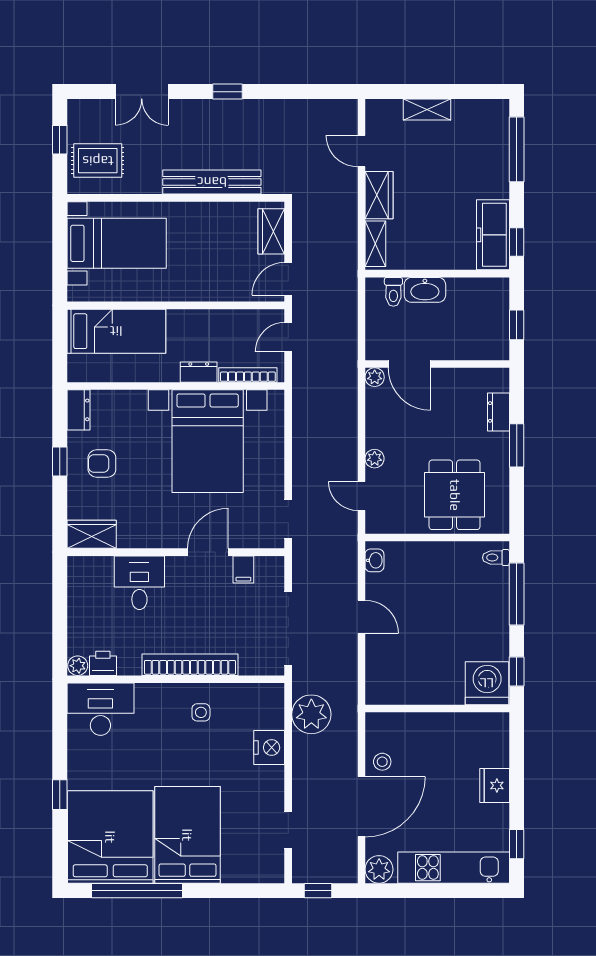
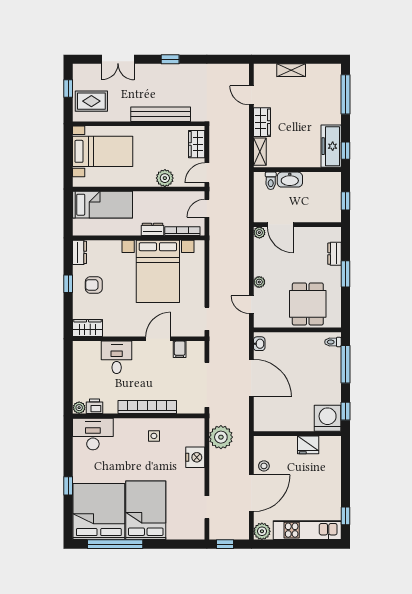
plant: (219, 287) -> (165, 178), added
door: (361, 617) -> (251, 378), width x1.87
fridge: (495, 785) -> (308, 445), moved, turned -90

